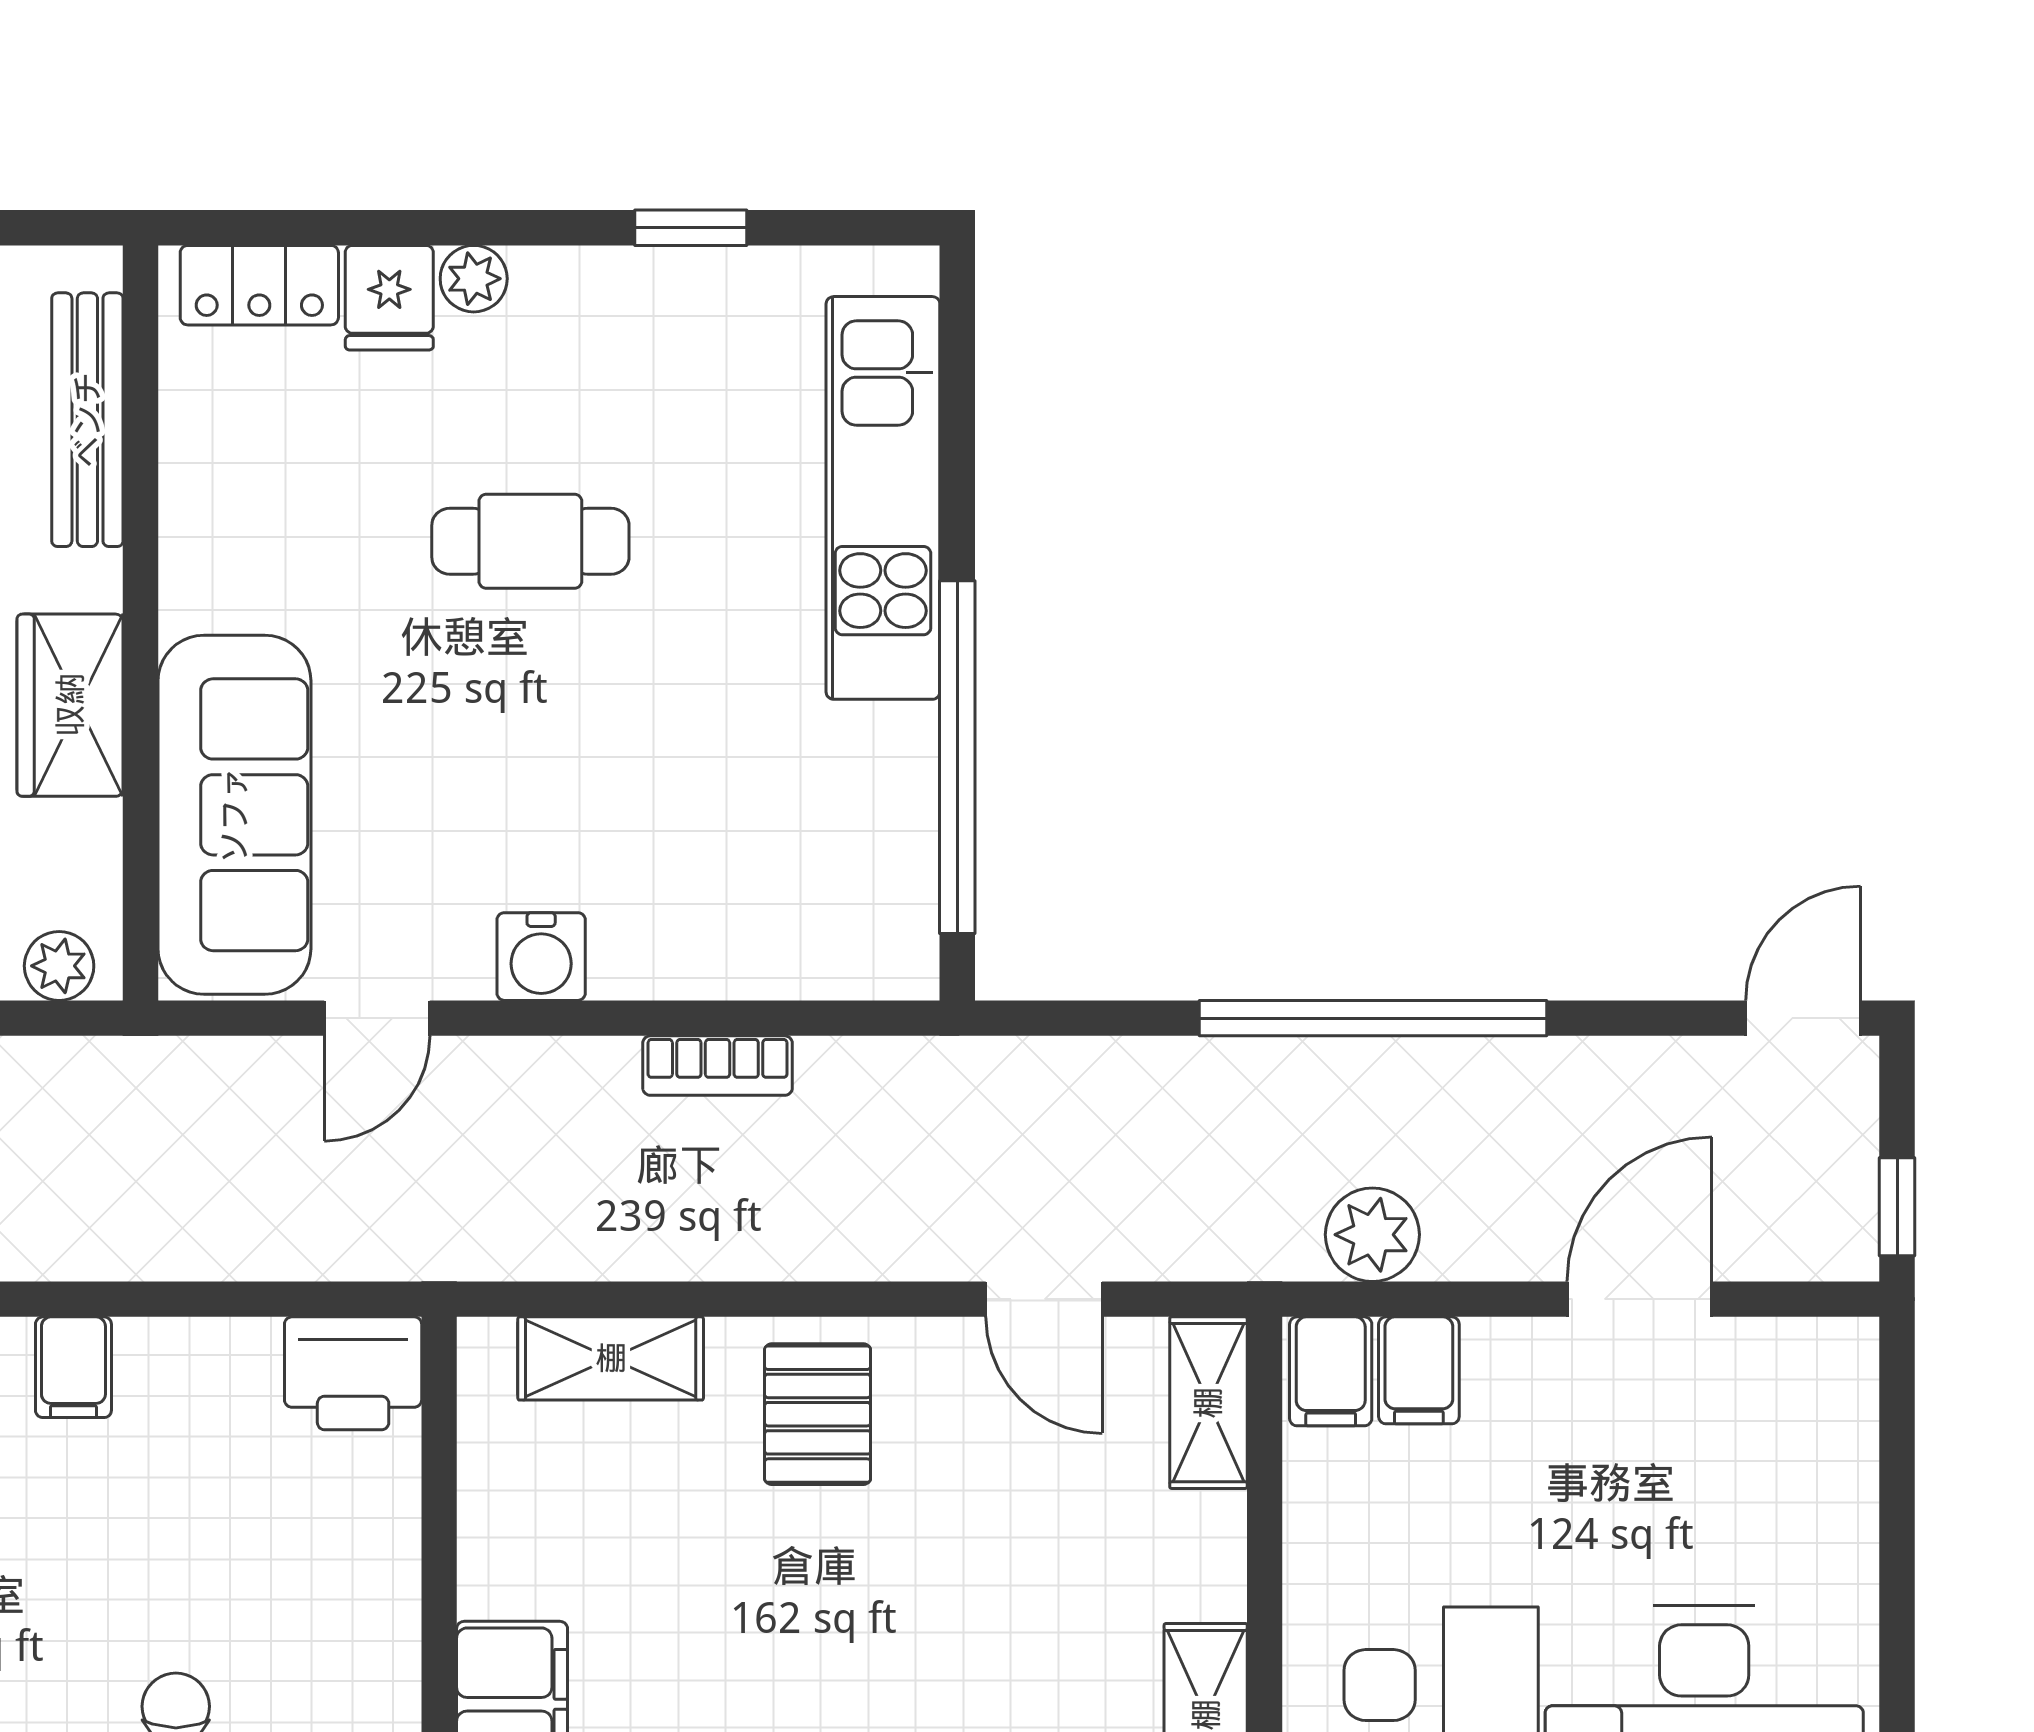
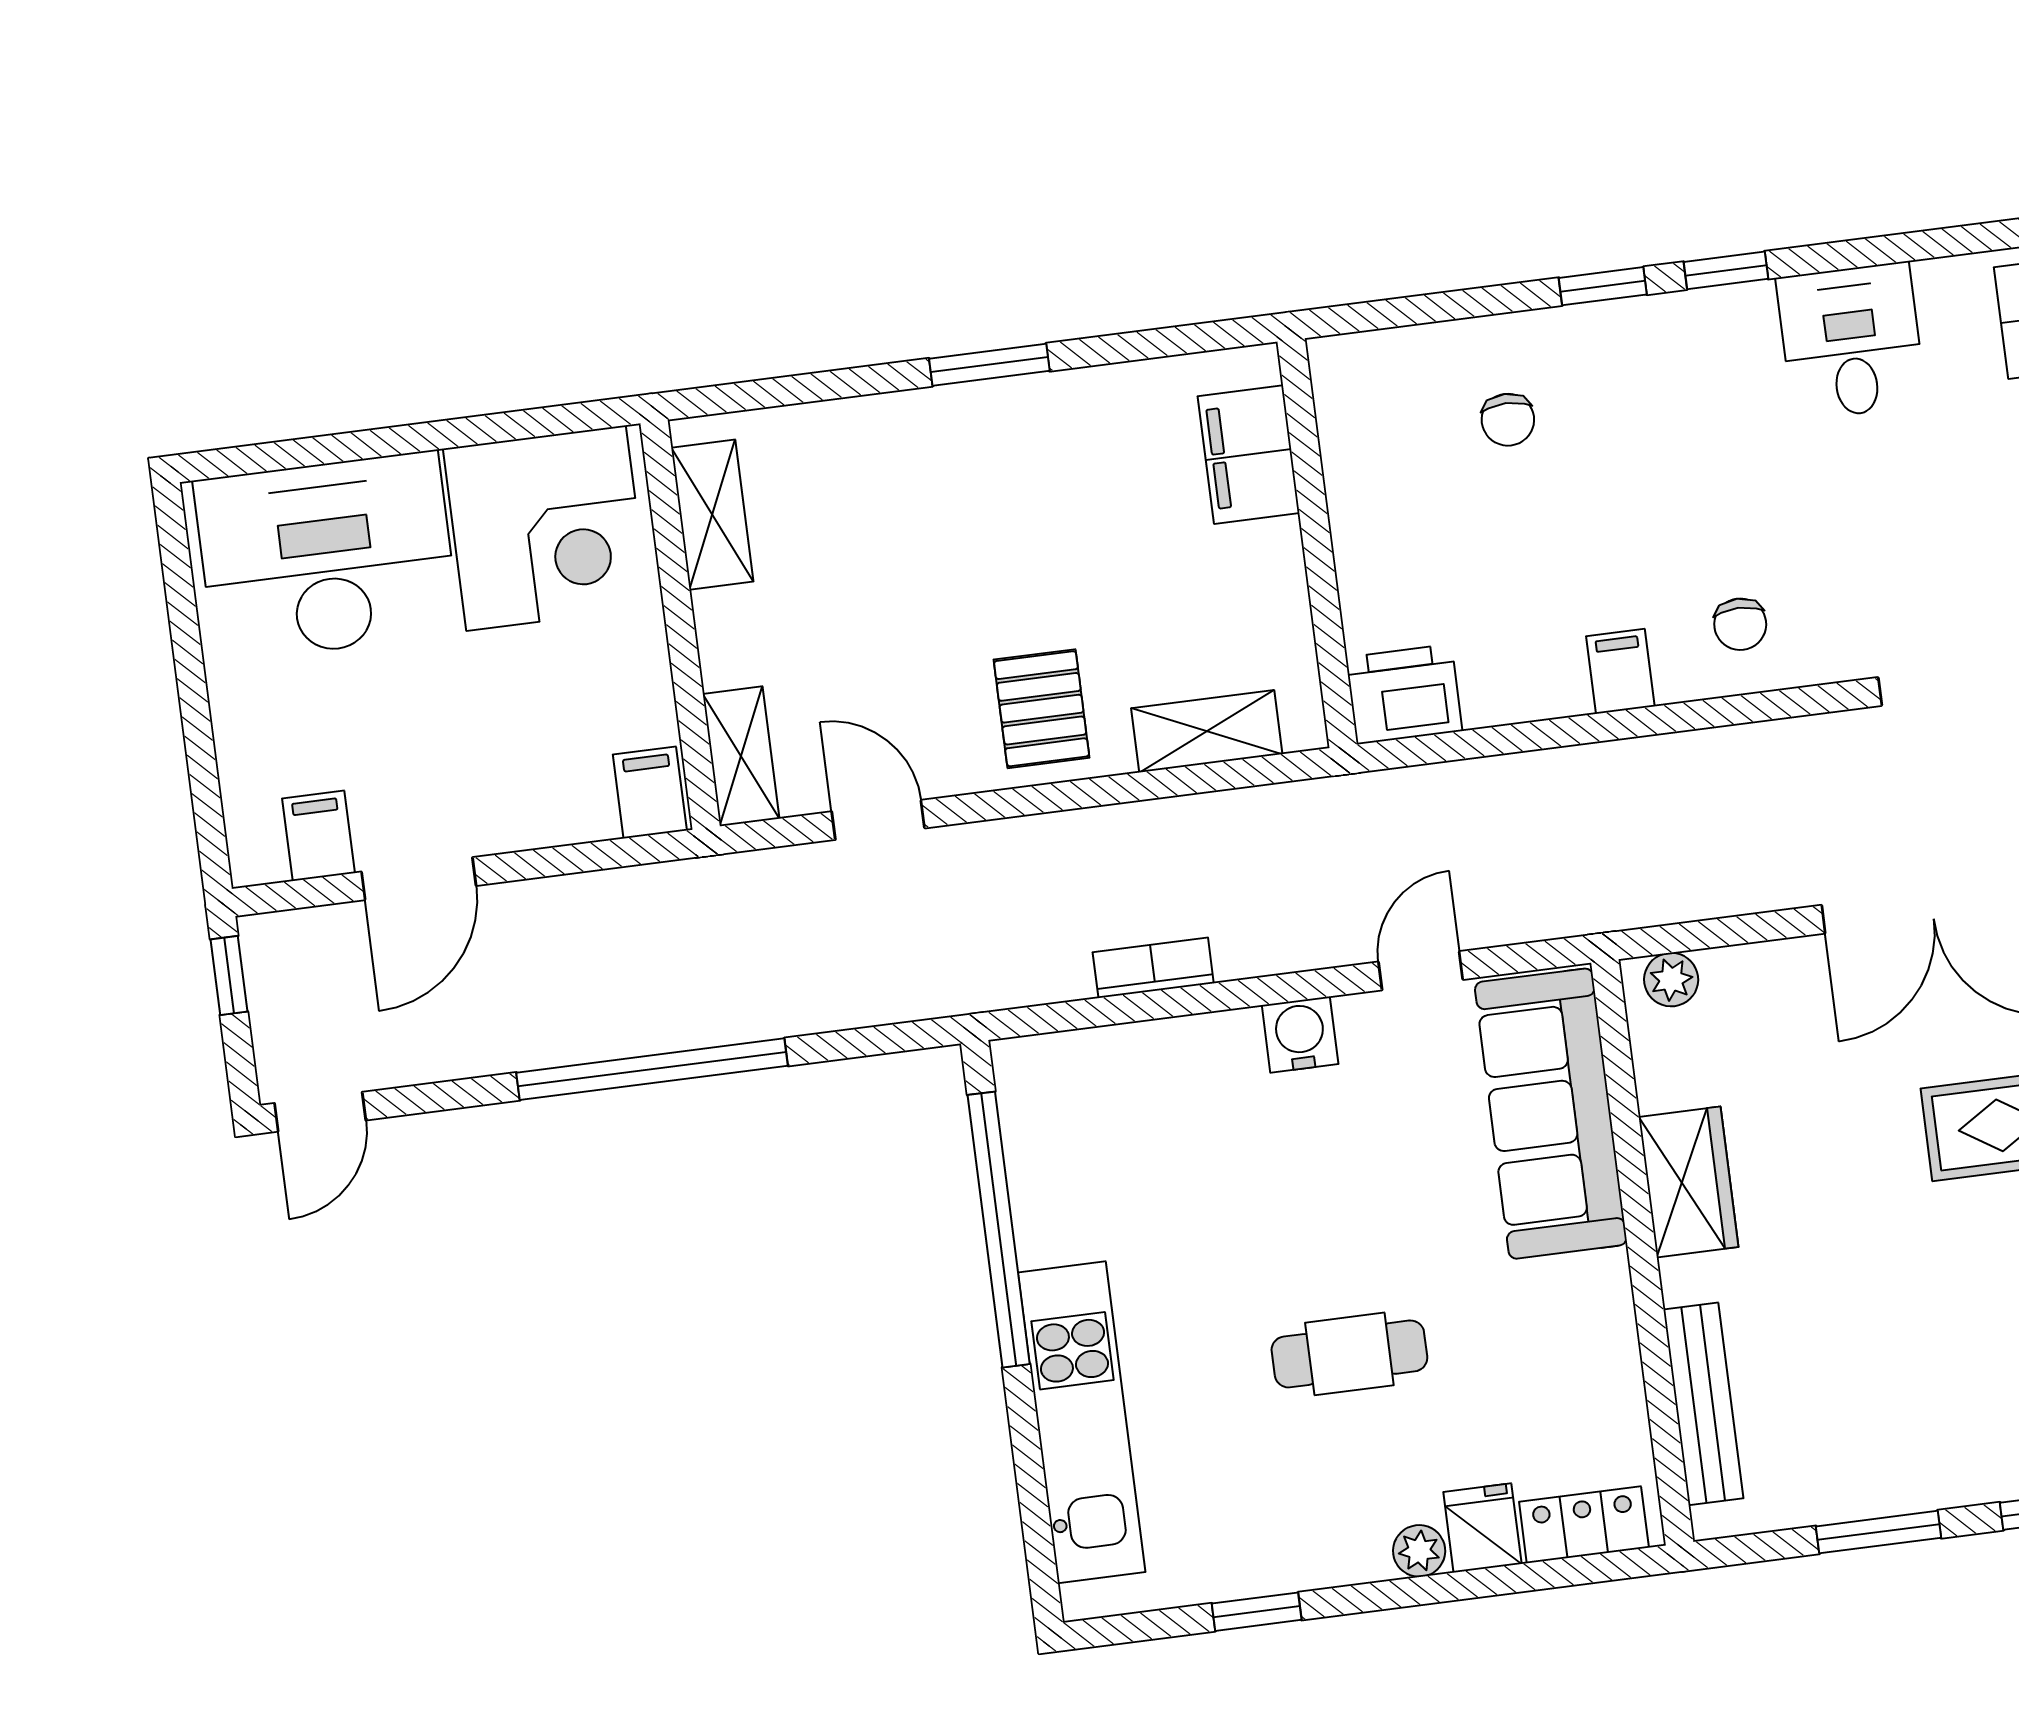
plant: (1372, 1235) -> (631, 902), removed
filing cabinet: (1419, 1370) -> (319, 836), moved

